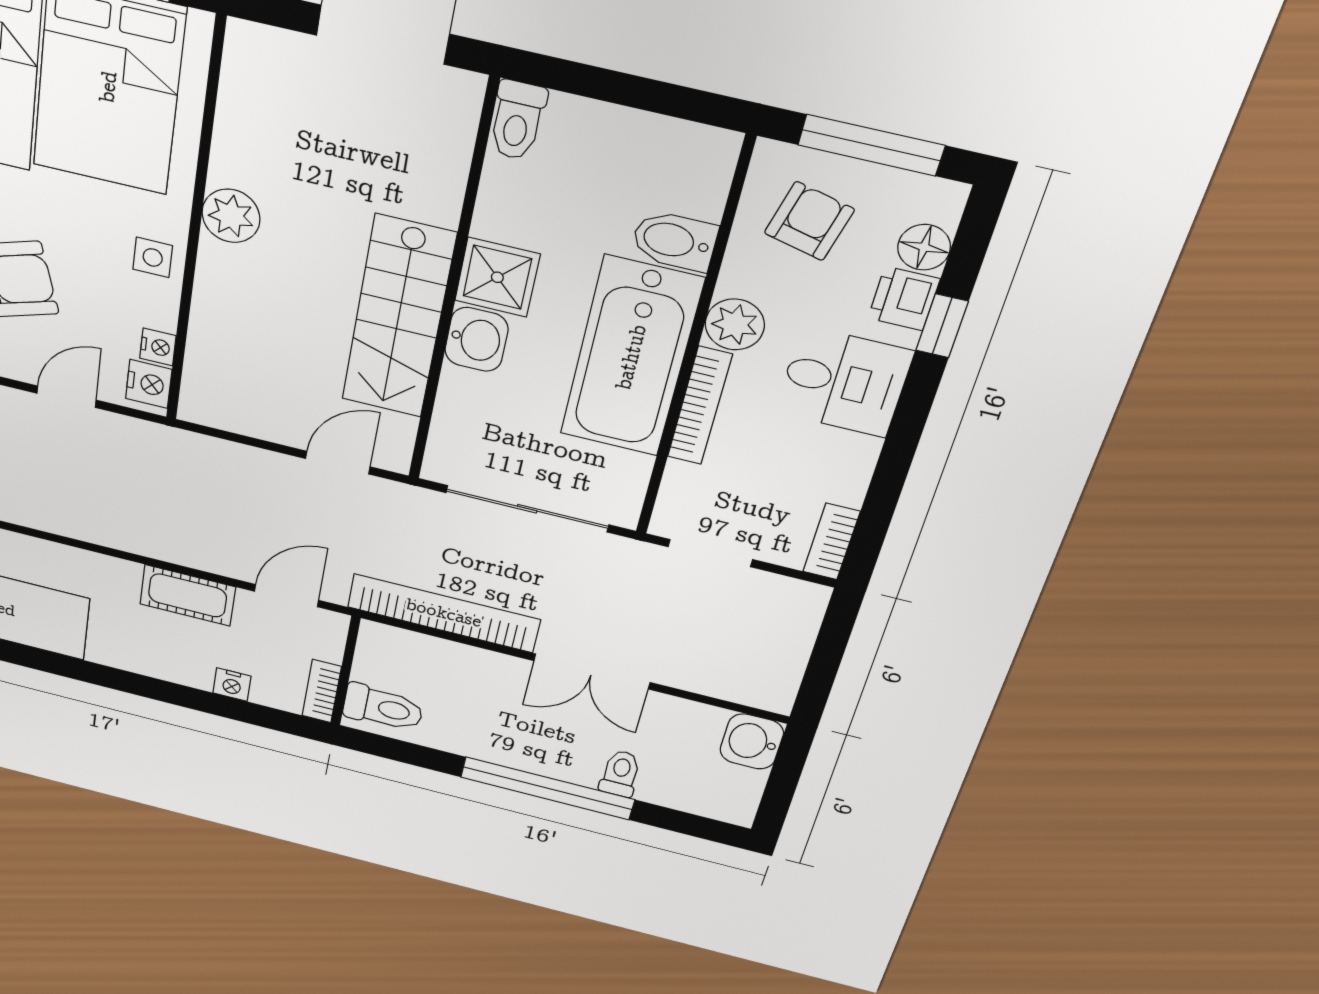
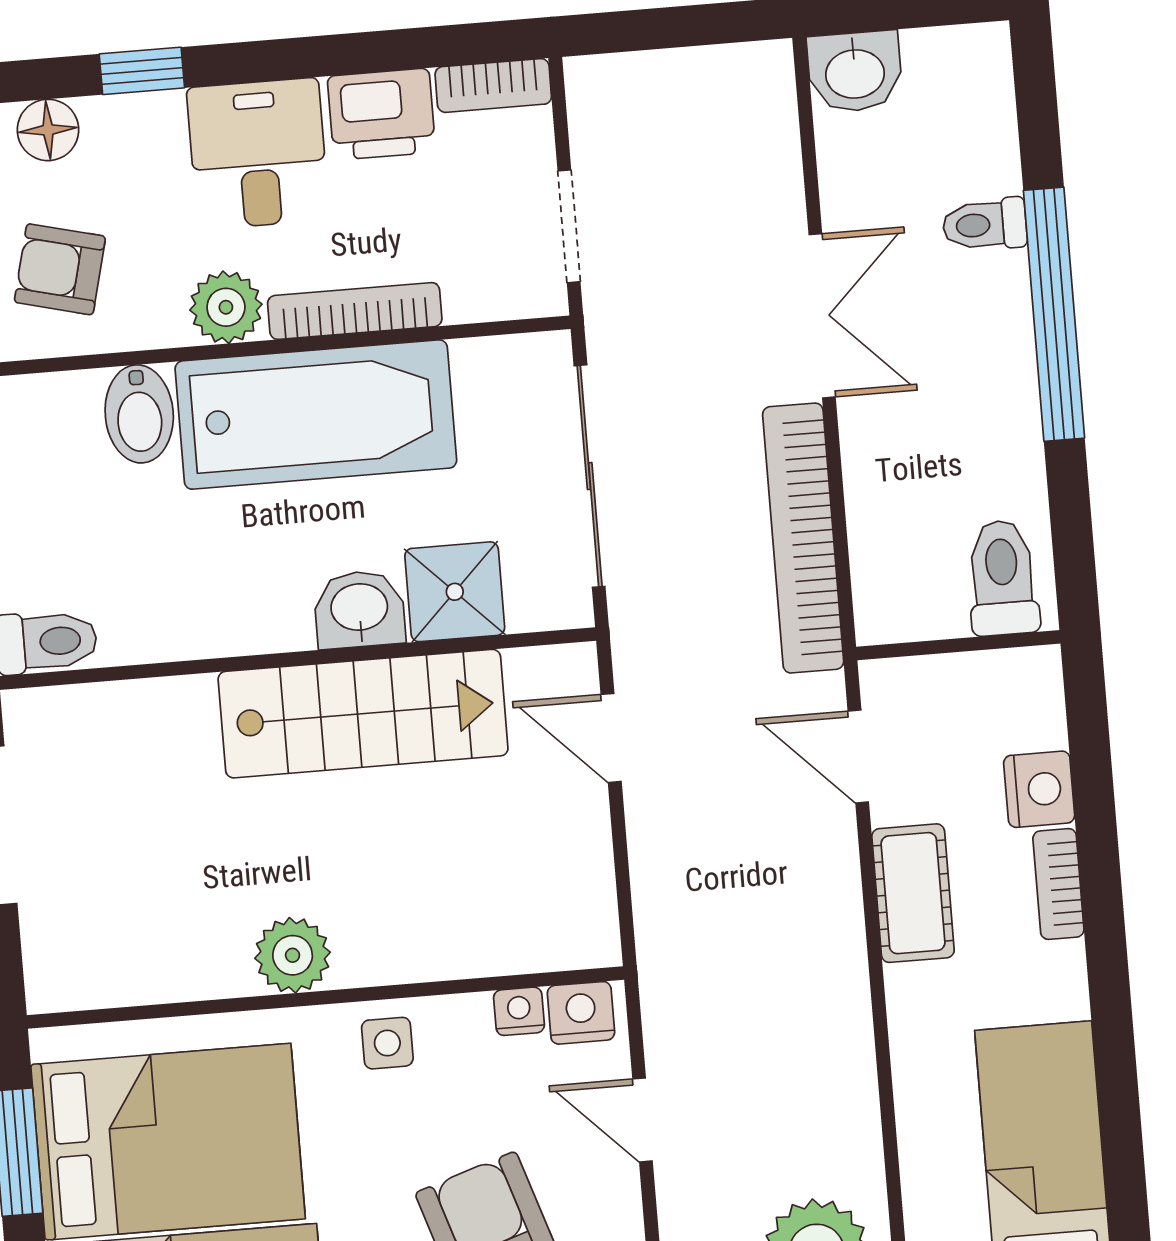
shower: (497, 277) -> (455, 592), moved
printer: (904, 298) -> (381, 114), moved, width x1.36, depth x1.24
nightstand: (232, 685) -> (1039, 789), width x1.39, depth x1.35
bookcase: (322, 691) -> (1058, 884), moved, turned 90

